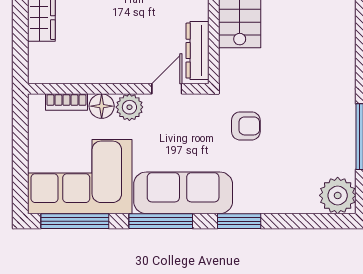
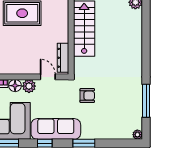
door: (167, 89) -> (48, 77), hinge flipped
plant: (338, 195) -> (137, 135), width x0.53, depth x0.53
window: (161, 221) -> (45, 143), width x0.46

